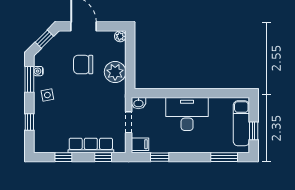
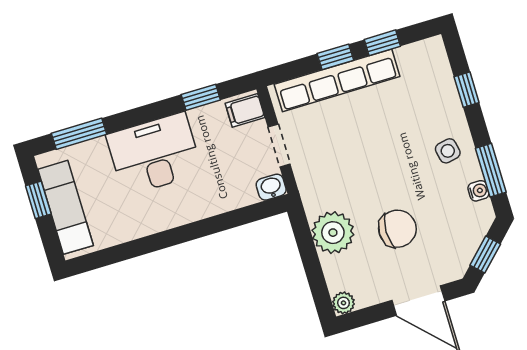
desk: (187, 114) -> (154, 154), moved, turned 180
row of seats: (91, 145) -> (337, 80), width x1.36
window: (103, 157) -> (335, 57), moved

